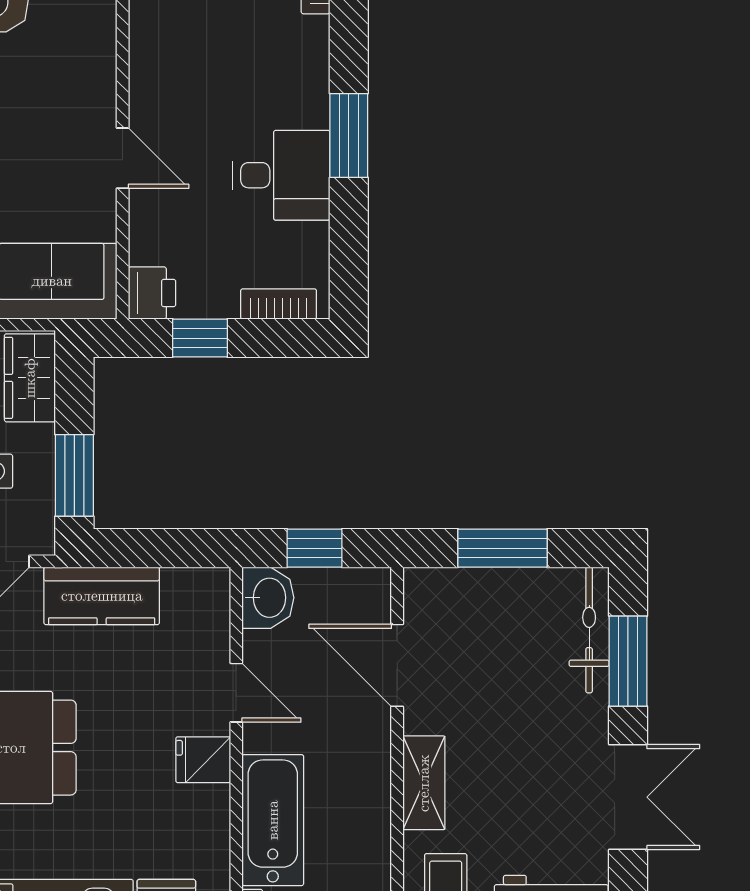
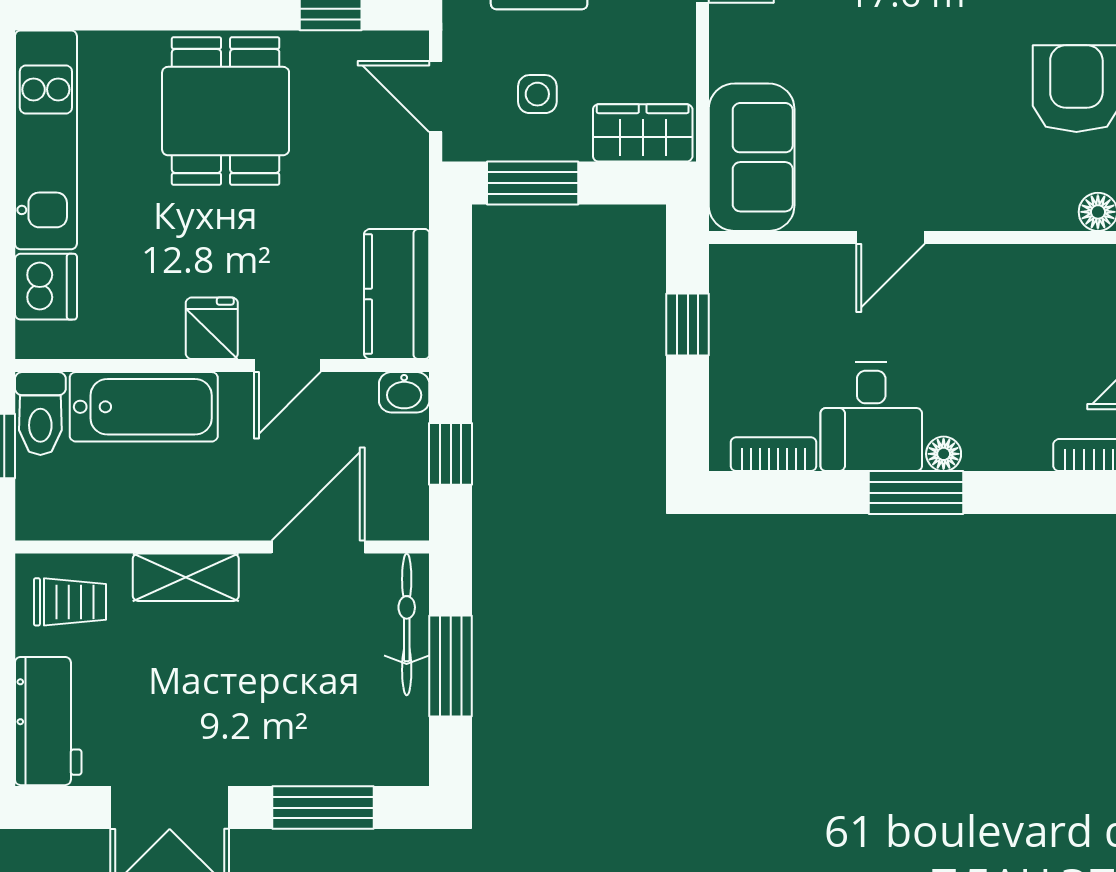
floor lamp: (314, 111) -> (944, 454), added
printer: (152, 293) -> (738, 271), removed
bookcase: (279, 304) -> (774, 454), moved, turned -90
kitchen counter: (102, 596) -> (397, 294), moved
washbasin: (268, 598) -> (404, 392), width x0.72, depth x0.69
bicycle: (589, 630) -> (407, 624), moved, turned -90

